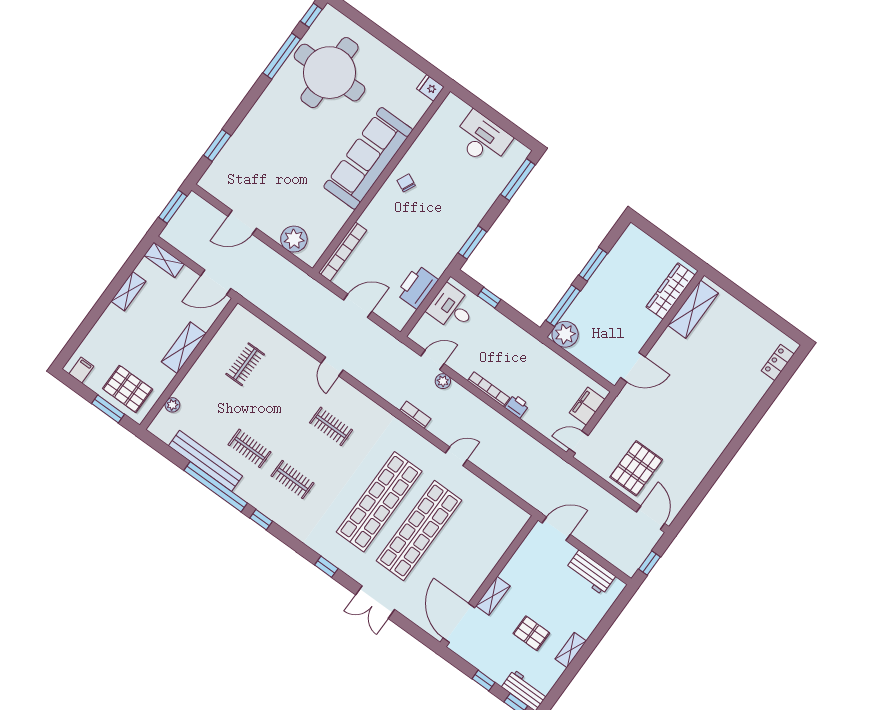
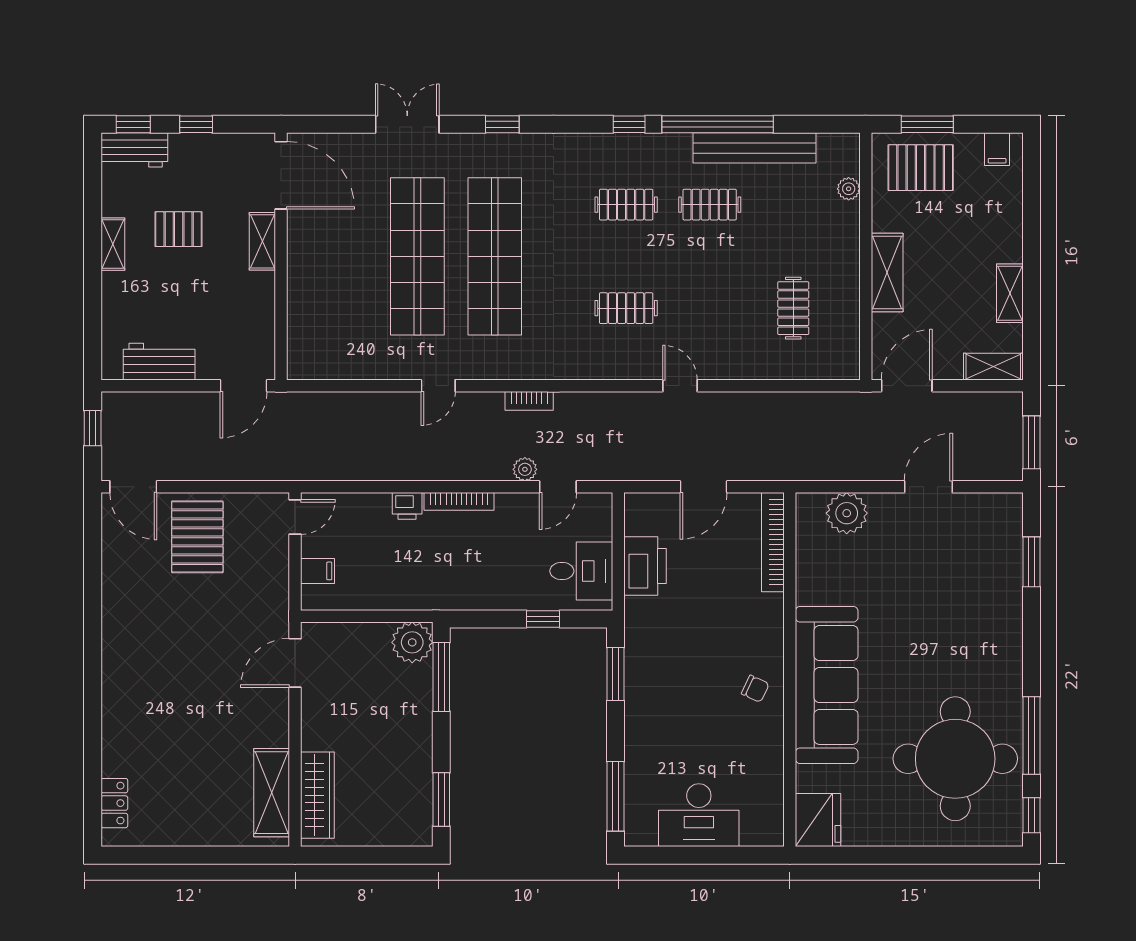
fridge: (430, 88) -> (818, 820), width x1.88, depth x1.34
window: (593, 264) -> (441, 800), moved
filing cabinet: (587, 406) -> (318, 571), width x0.50

